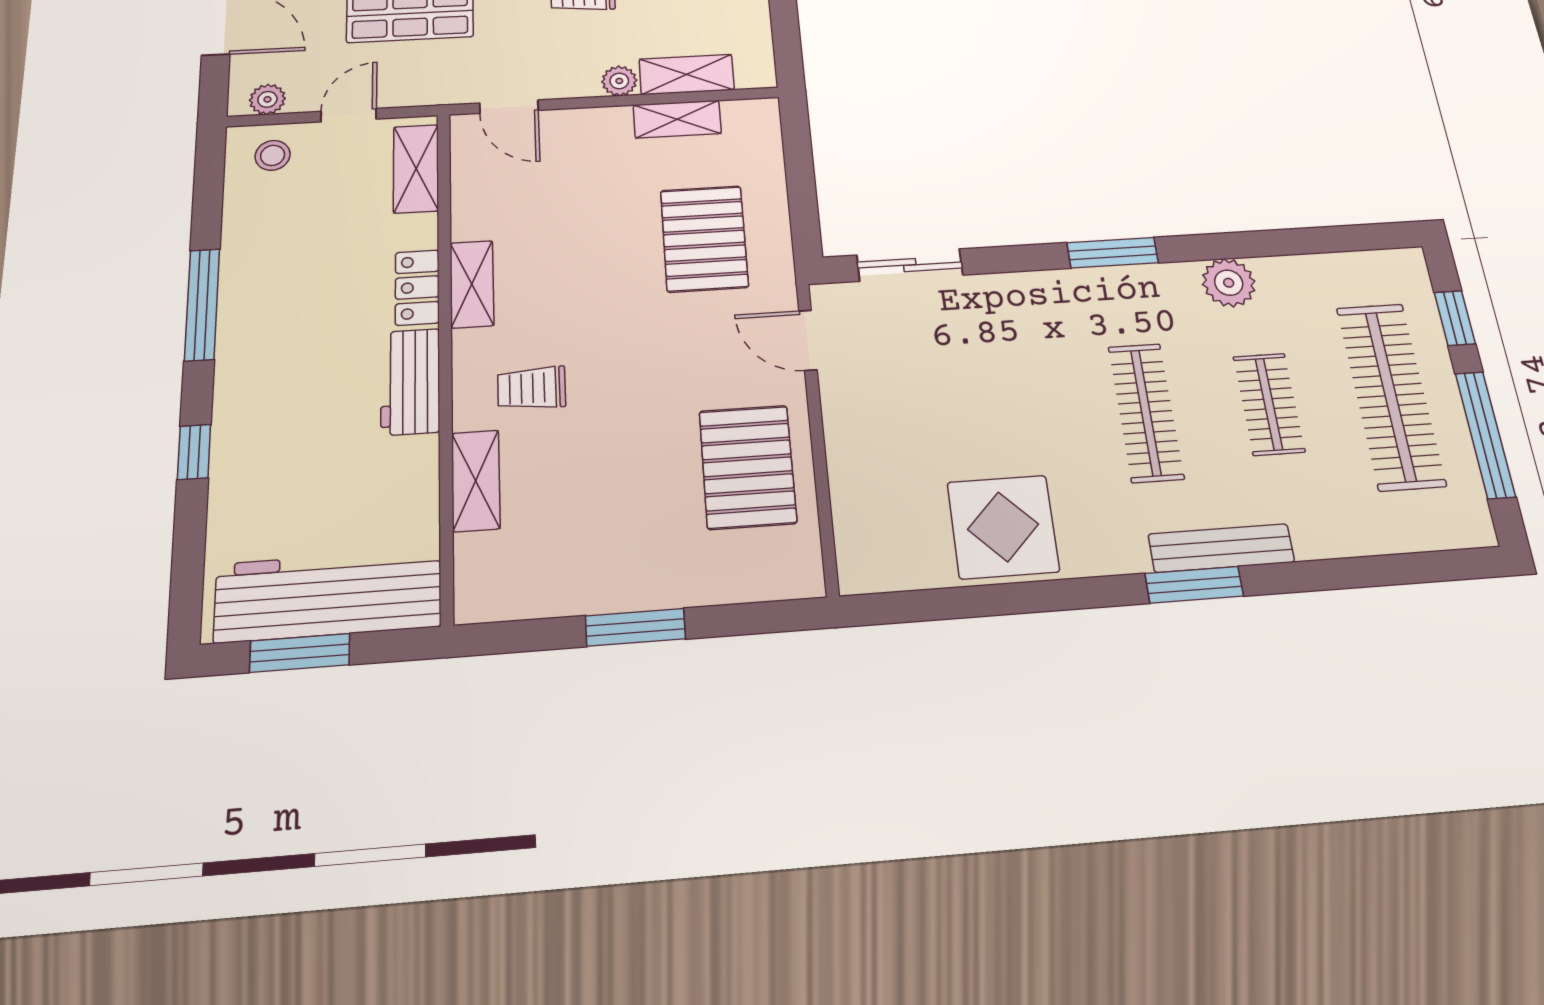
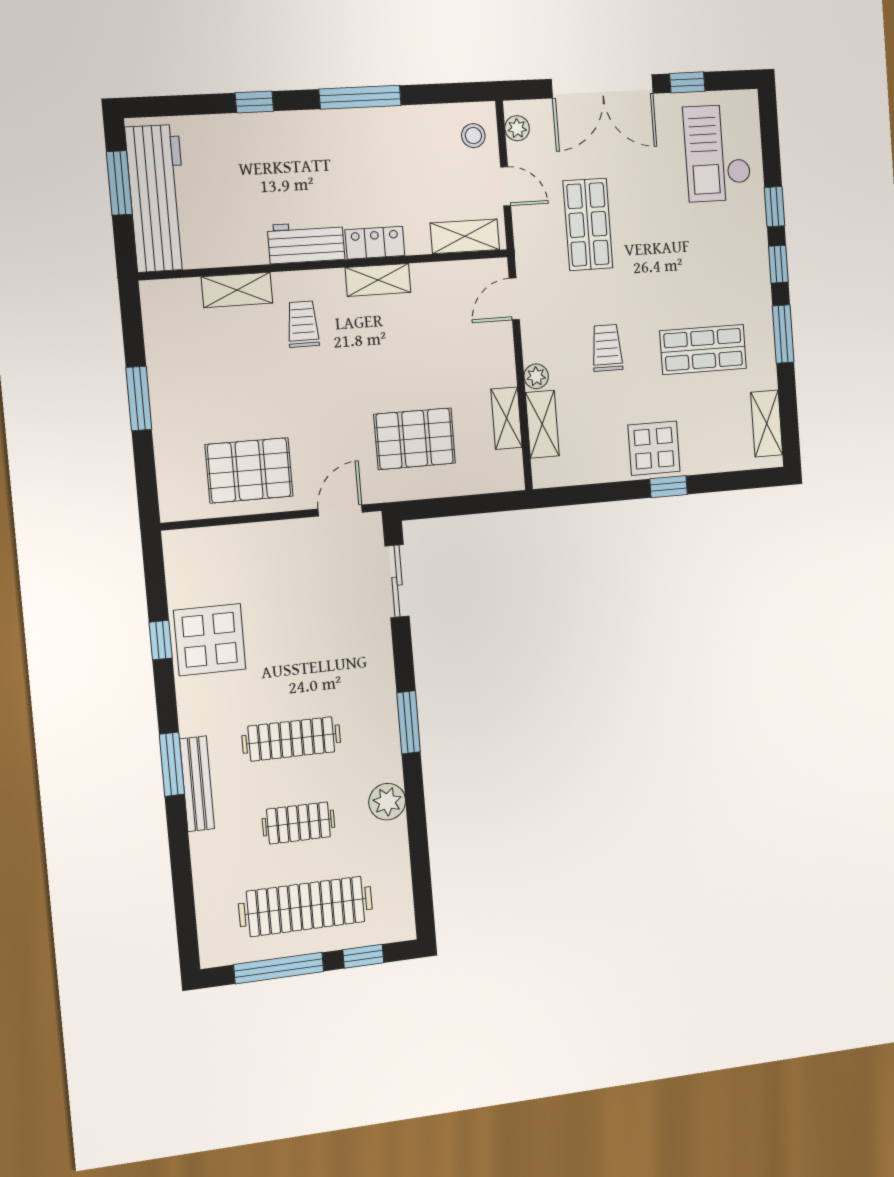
window: (1006, 599) -> (161, 640), added

